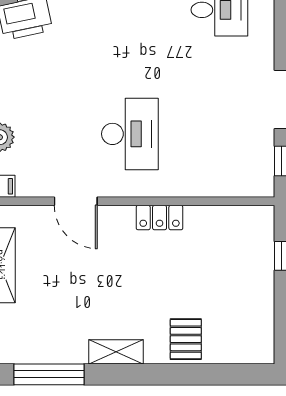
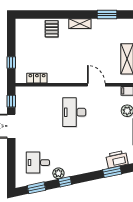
locker: (160, 218) -> (37, 78), moved
window: (49, 374) -> (107, 14), width x0.69

